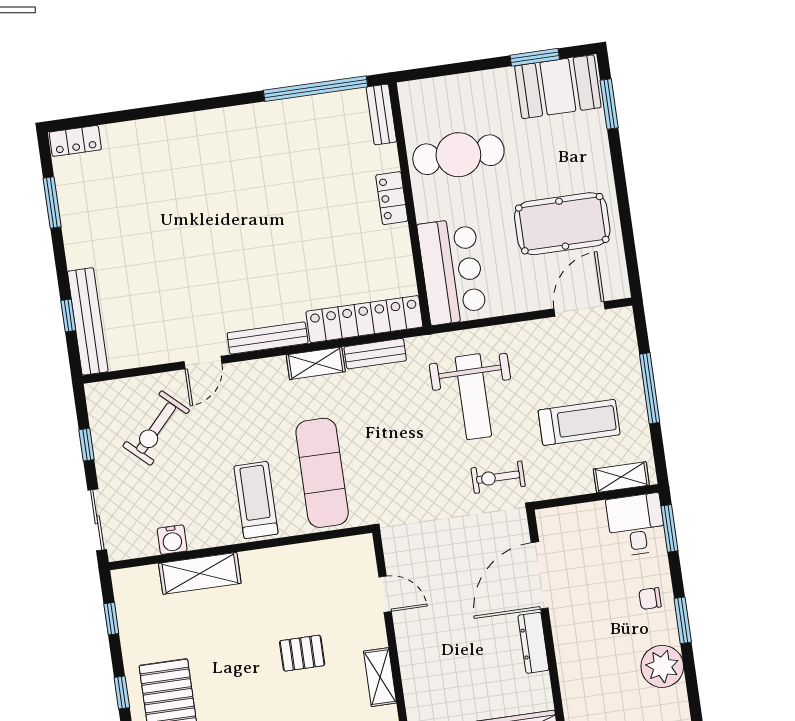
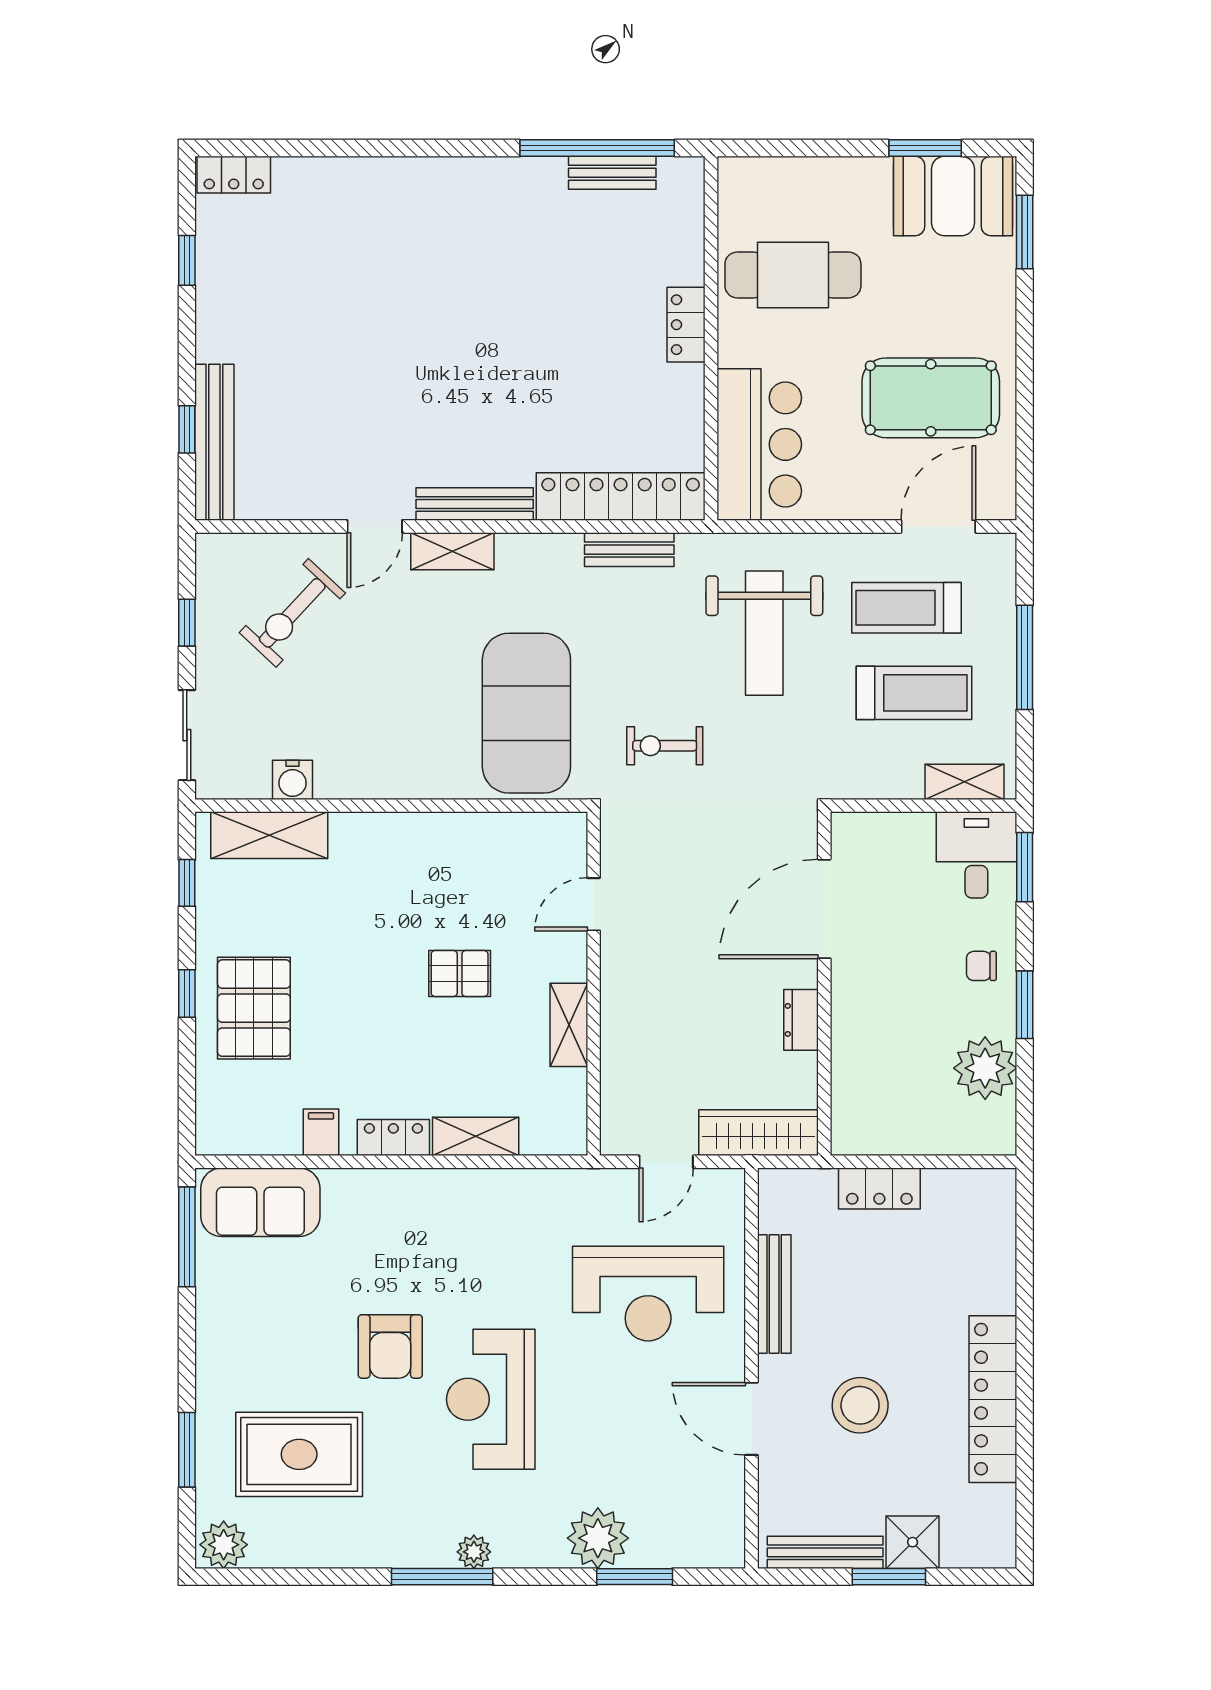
bench: (381, 114) -> (612, 173), moved, turned 90
window: (52, 203) -> (187, 260), width x0.67
shelving: (316, 363) -> (452, 551), moved
exercise mat: (322, 473) -> (526, 713), width x1.47
exercise bike: (498, 477) -> (665, 746), moved
treadmill: (256, 500) -> (906, 608), moved, turned -90
shelving: (200, 573) -> (269, 835), moved
door: (385, 594) -> (594, 904), swing flipped
dresser: (533, 643) -> (801, 1020), width x0.70

